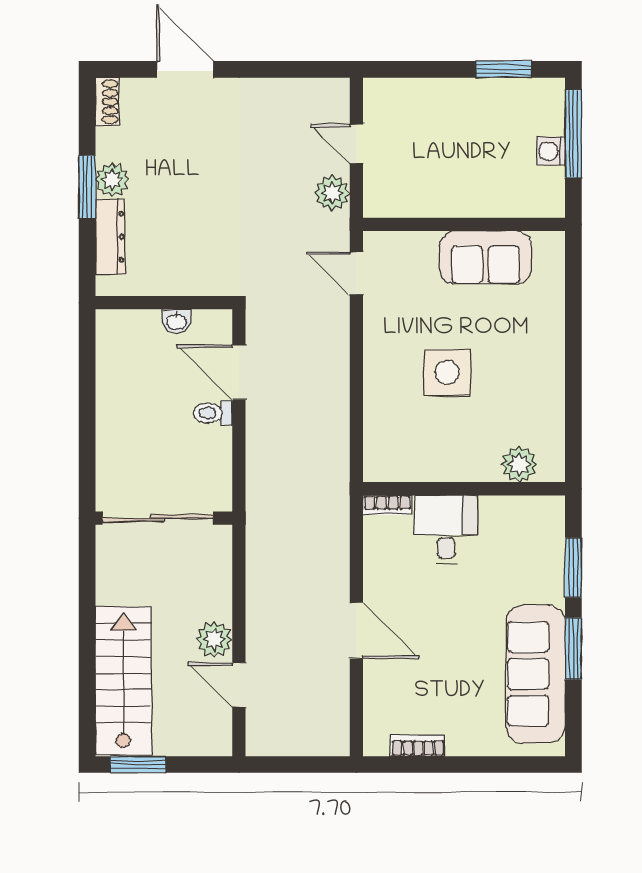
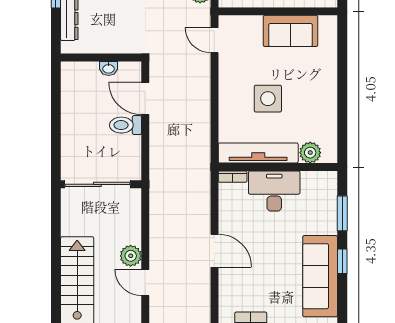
toilet: (213, 413) -> (126, 125), width x1.37, depth x1.39
tv unit: (431, 465) -> (258, 153), added
desk: (446, 530) -> (274, 191), width x1.37
window: (573, 649) -> (342, 261), width x0.67

